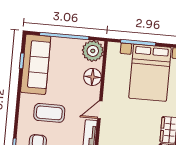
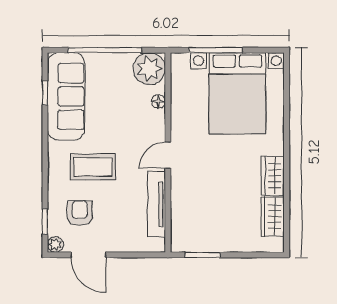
floor lamp: (92, 77) -> (159, 101), width x0.53, depth x0.53

